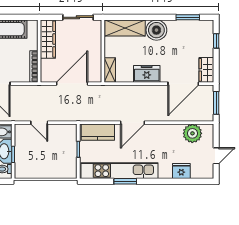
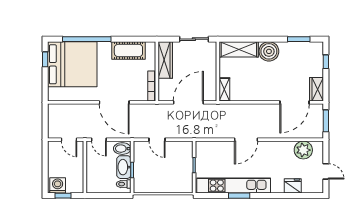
freezer: (147, 74) -> (260, 93), removed
kitchen counter: (98, 132) -> (213, 149), removed
door: (216, 156) -> (326, 171), hinge flipped

